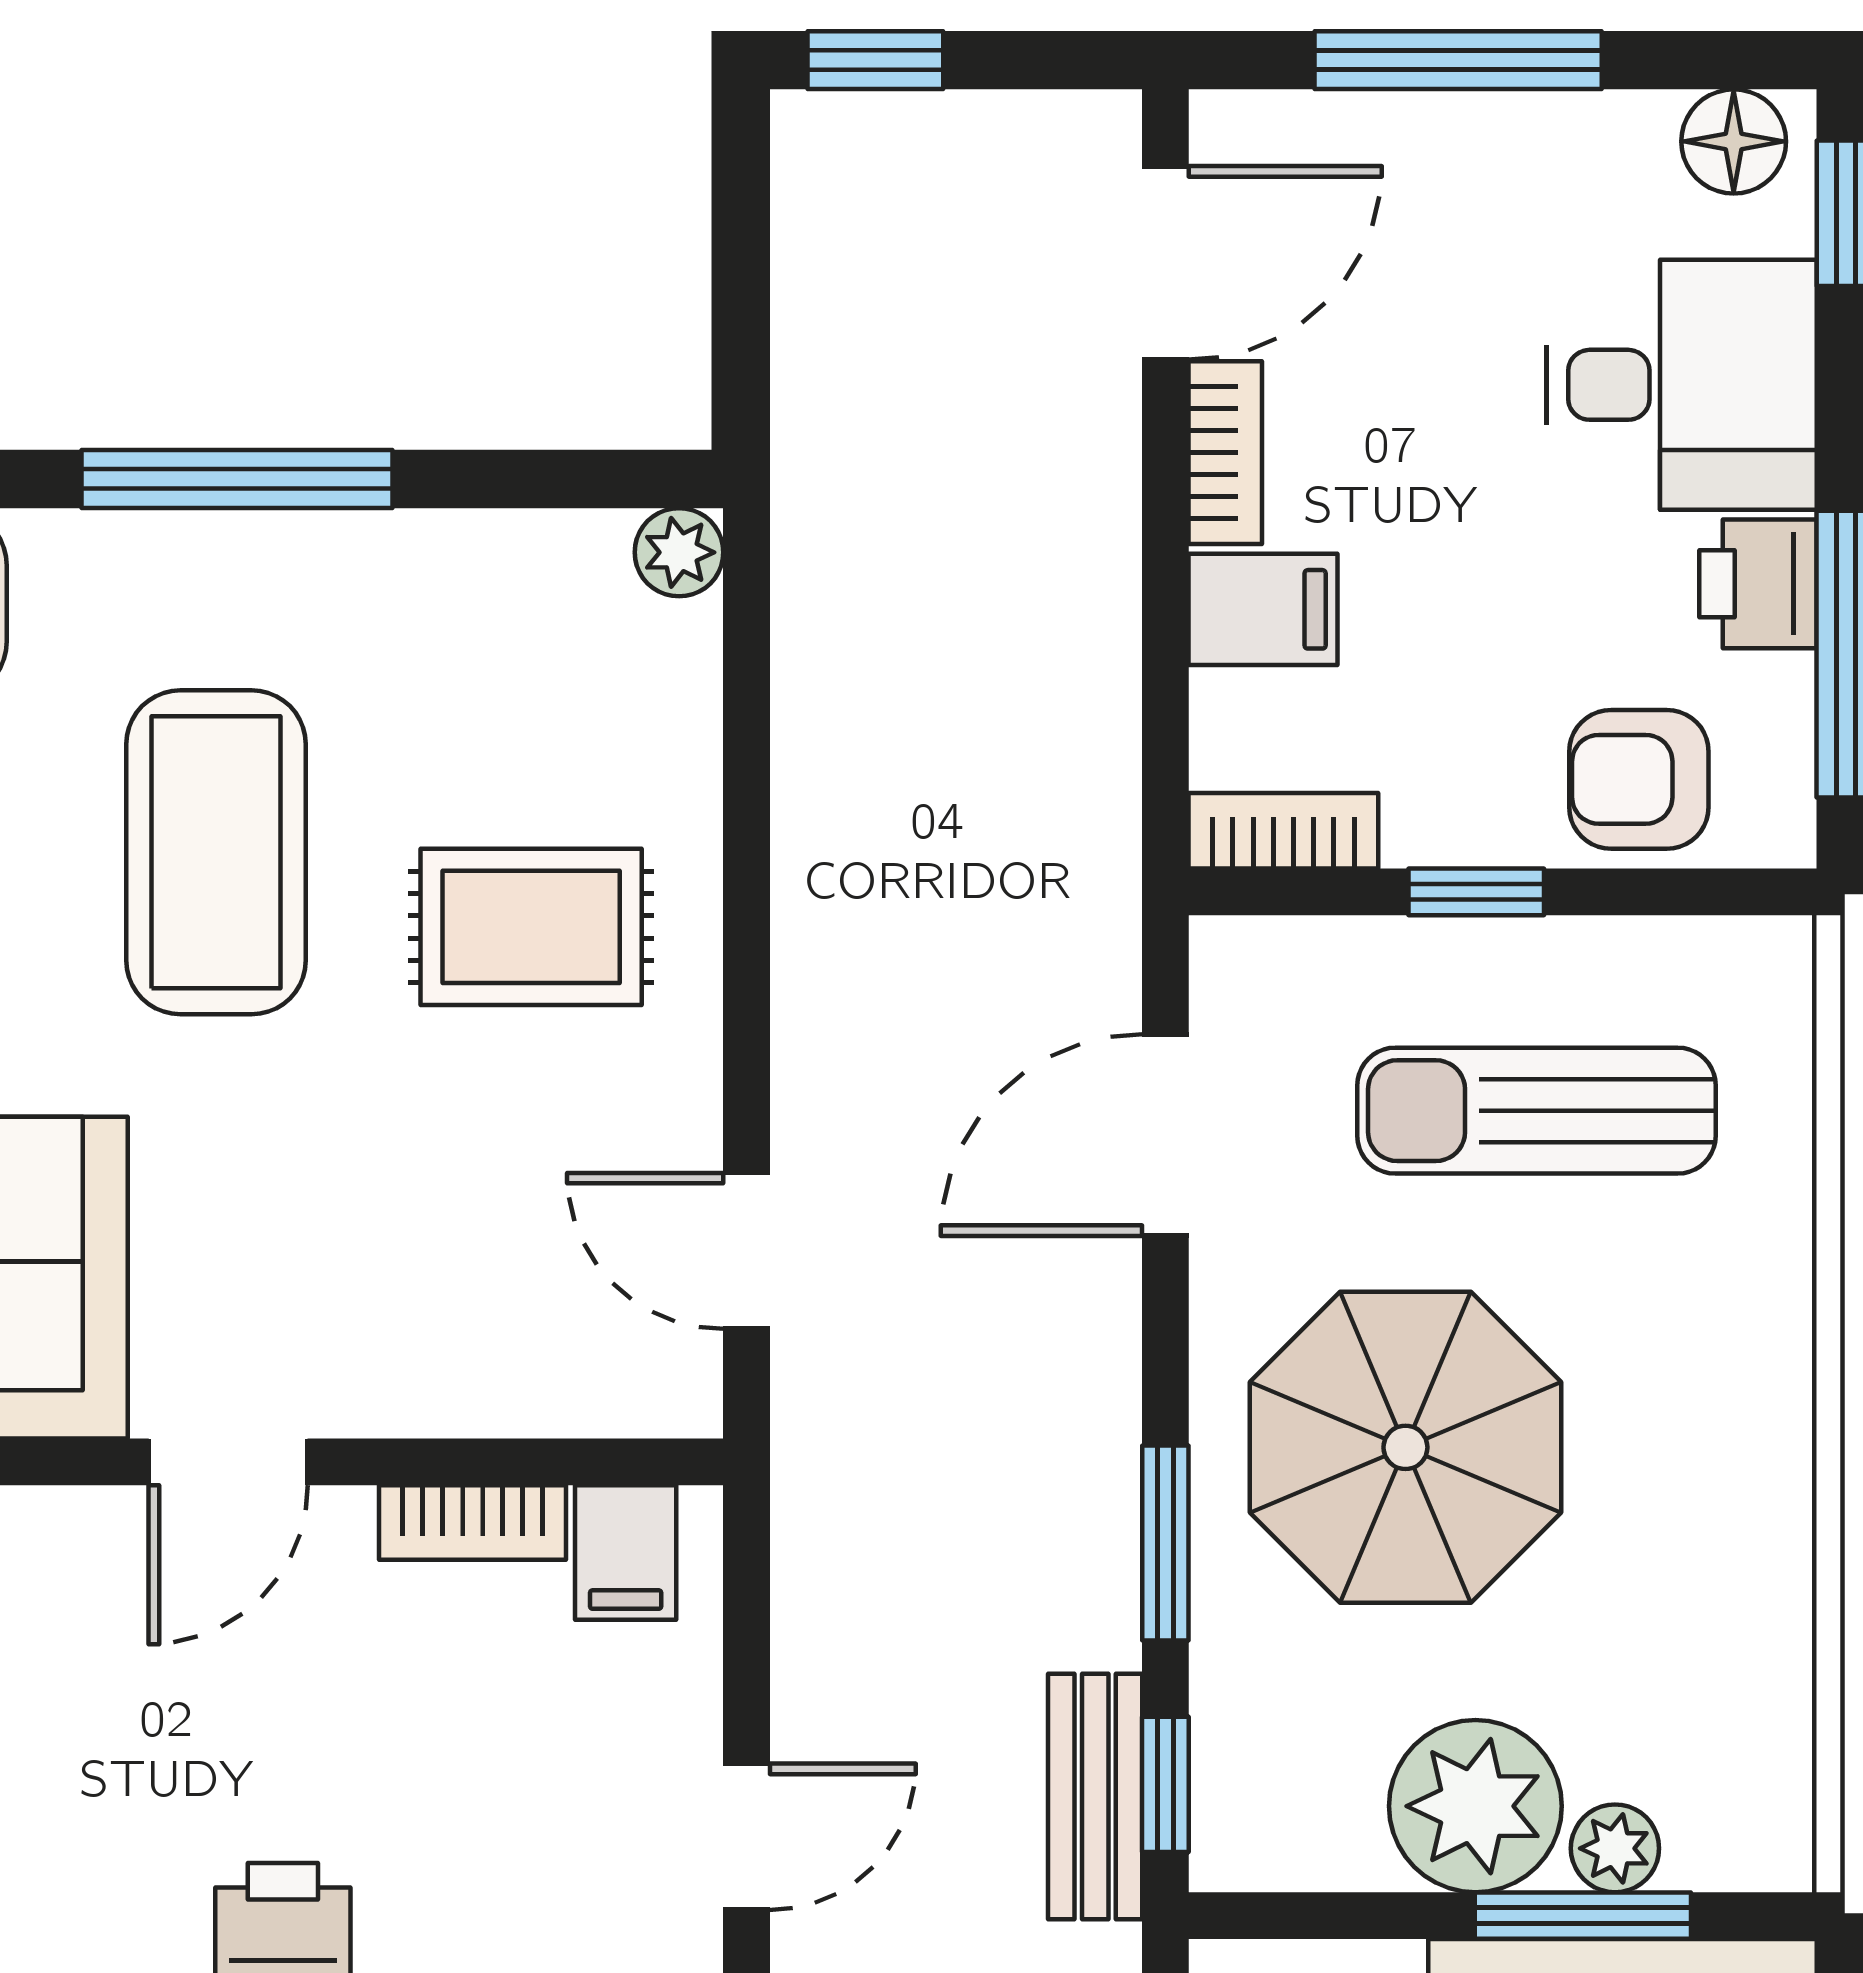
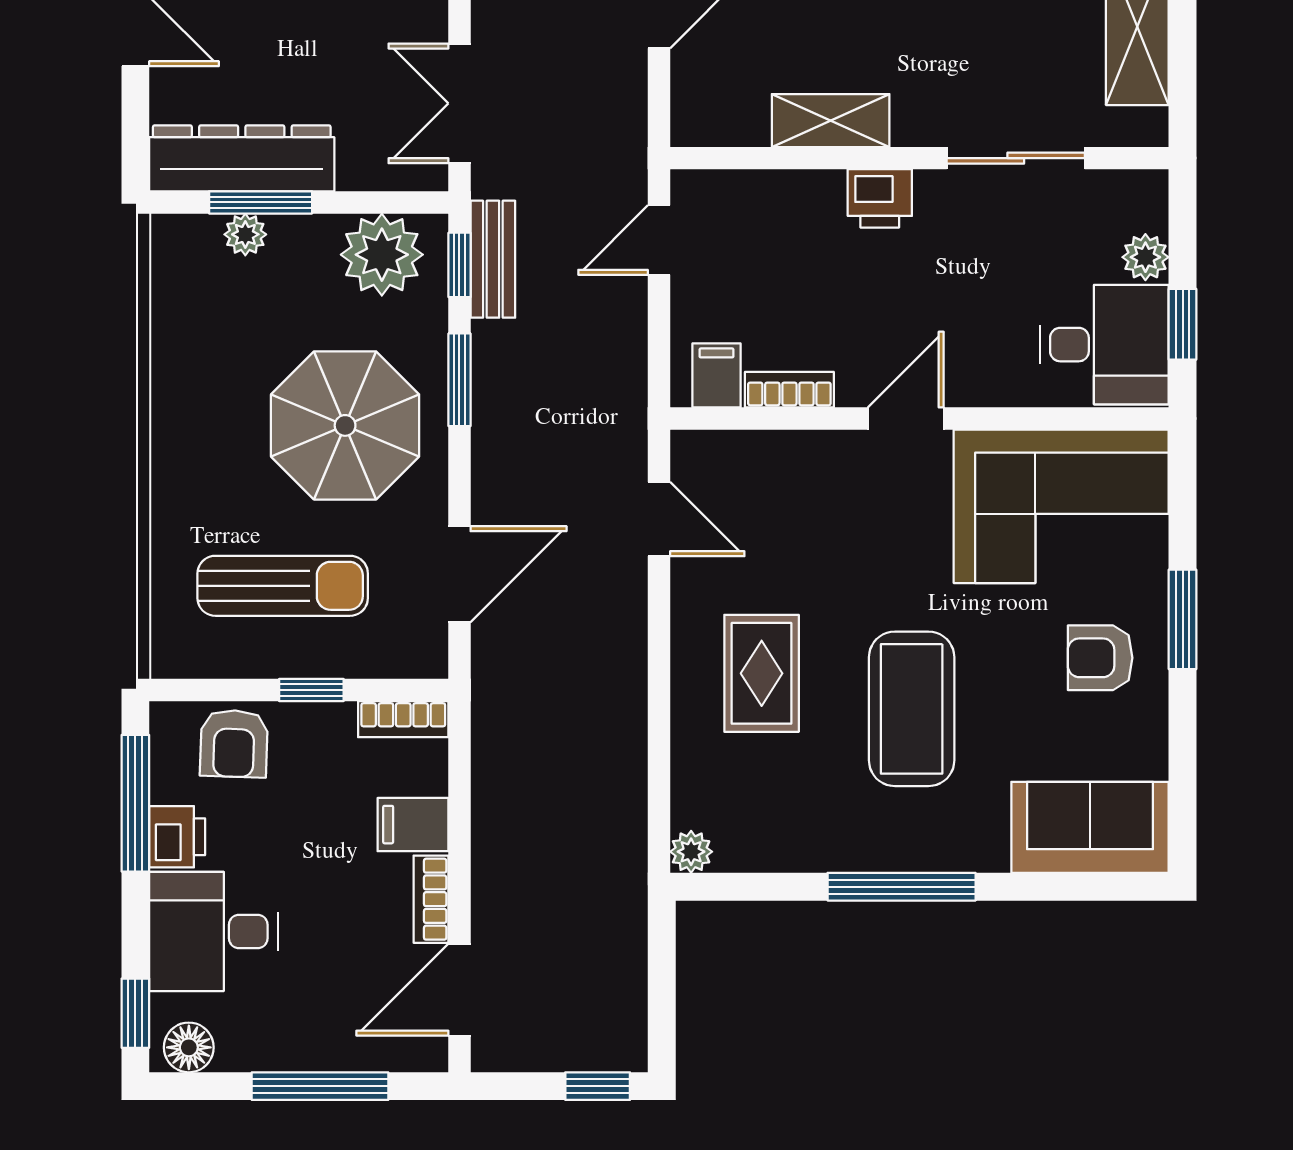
armchair: (1639, 779) -> (234, 744), turned 92
rug: (531, 927) -> (762, 673), turned 90
plant: (1475, 1806) -> (382, 255), moved

